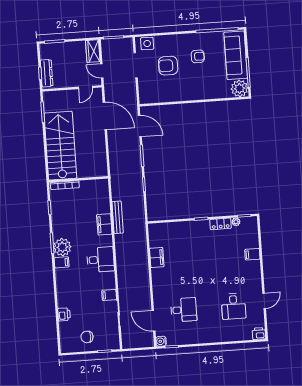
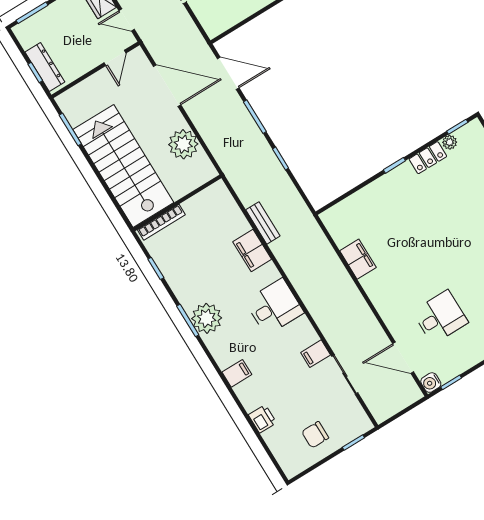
plant: (97, 151) -> (183, 144), added
bench: (118, 217) -> (263, 223), width x0.73
filing cabinet: (62, 262) -> (237, 373), moved

